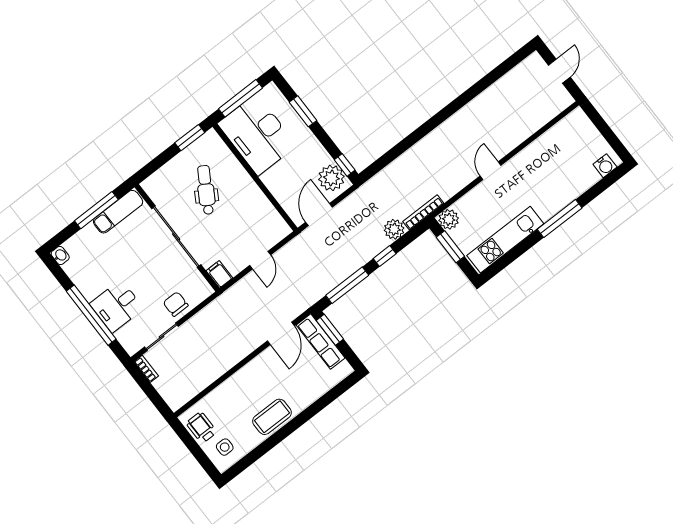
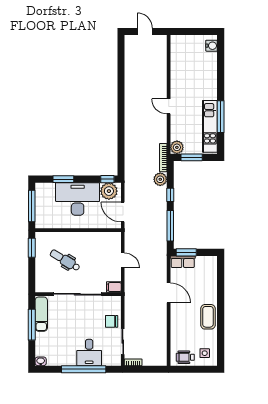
desk: (257, 135) -> (78, 199), moved, turned 180
window: (560, 219) -> (221, 117), moved
door: (281, 333) -> (169, 293), moved
row of seats: (321, 341) -> (183, 262), width x0.68

